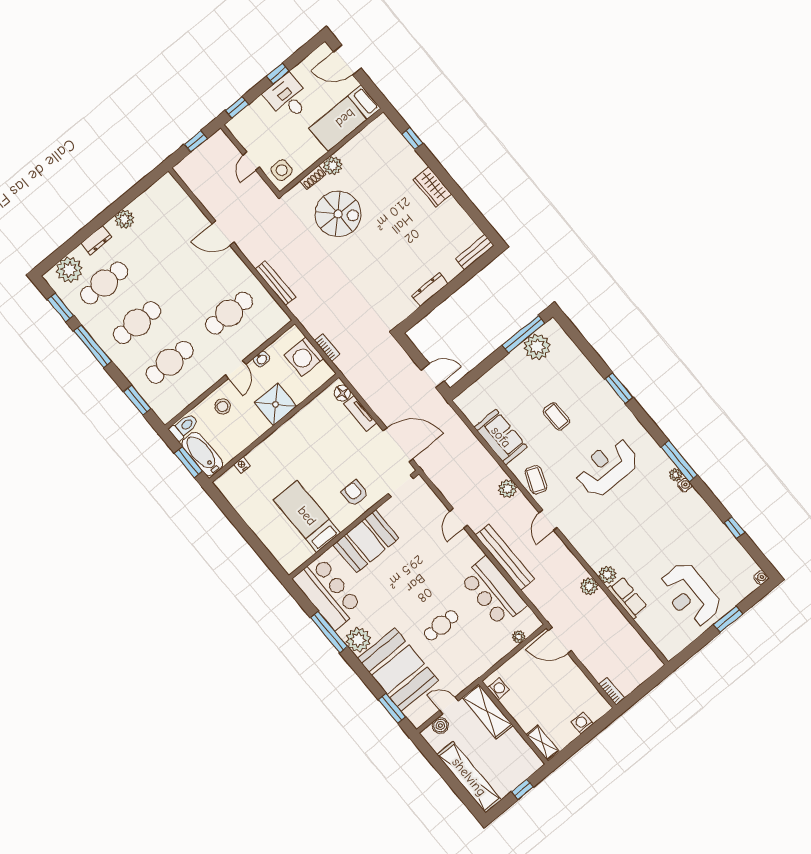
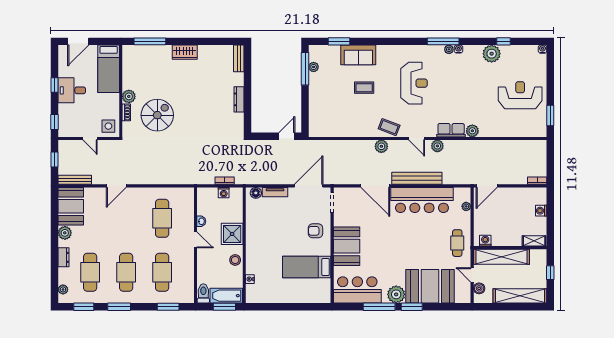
window: (412, 139) -> (150, 41), width x2.17
booth: (159, 202) -> (71, 206), added
plant: (69, 270) -> (63, 289), width x0.53, depth x0.53
bench: (275, 283) -> (75, 180), moved
window: (93, 346) -> (119, 307), width x0.69
plant: (537, 347) -> (314, 67), width x0.53, depth x0.53
washing machine: (304, 357) -> (224, 193), width x0.53, depth x0.53
window: (619, 388) -> (339, 41), moved
stool: (222, 406) -> (235, 260), moved
sofa: (501, 437) -> (358, 55), moved, turned 180
reception desk: (607, 467) -> (414, 83), turned 180
door: (459, 518) -> (375, 186), width x1.87
plant: (710, 526) -> (492, 54), added
plant: (589, 586) -> (437, 146), moved
bar counter: (493, 591) -> (422, 200), width x1.36
reception desk: (690, 595) -> (520, 95), turned 180
row of seats: (627, 598) -> (451, 130), moved
window: (728, 619) -> (550, 115), moved
cafe table: (441, 625) -> (457, 243), moved
door: (449, 706) -> (472, 275), hinge flipped
window: (392, 708) -> (412, 307), moved
shelving: (487, 711) -> (501, 257), width x1.47

